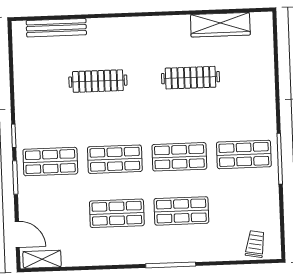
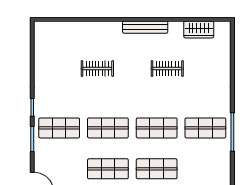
wardrobe: (220, 25) -> (199, 29), width x0.67
bench: (56, 28) -> (145, 27), moved
clothes rail: (191, 78) -> (167, 69), width x0.73
clothes rail: (98, 81) -> (97, 69), width x0.73

